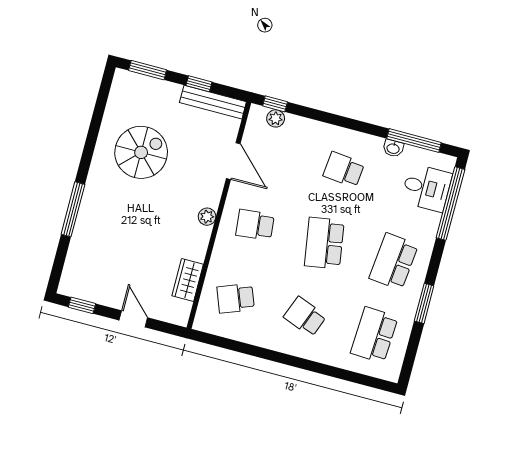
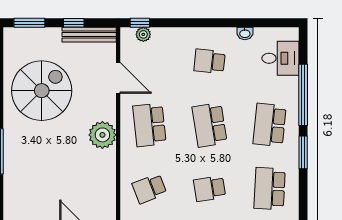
window: (414, 141) -> (260, 23), removed
spiral stairs: (141, 152) -> (42, 91), width x1.37, depth x1.37
window: (450, 204) -> (303, 95), moved
plant: (207, 217) -> (102, 135), width x1.88, depth x1.88
school desk: (255, 225) -> (149, 125), width x1.85
wardrobe: (188, 280) -> (107, 184), removed
school desk: (305, 317) -> (209, 189), turned -30

